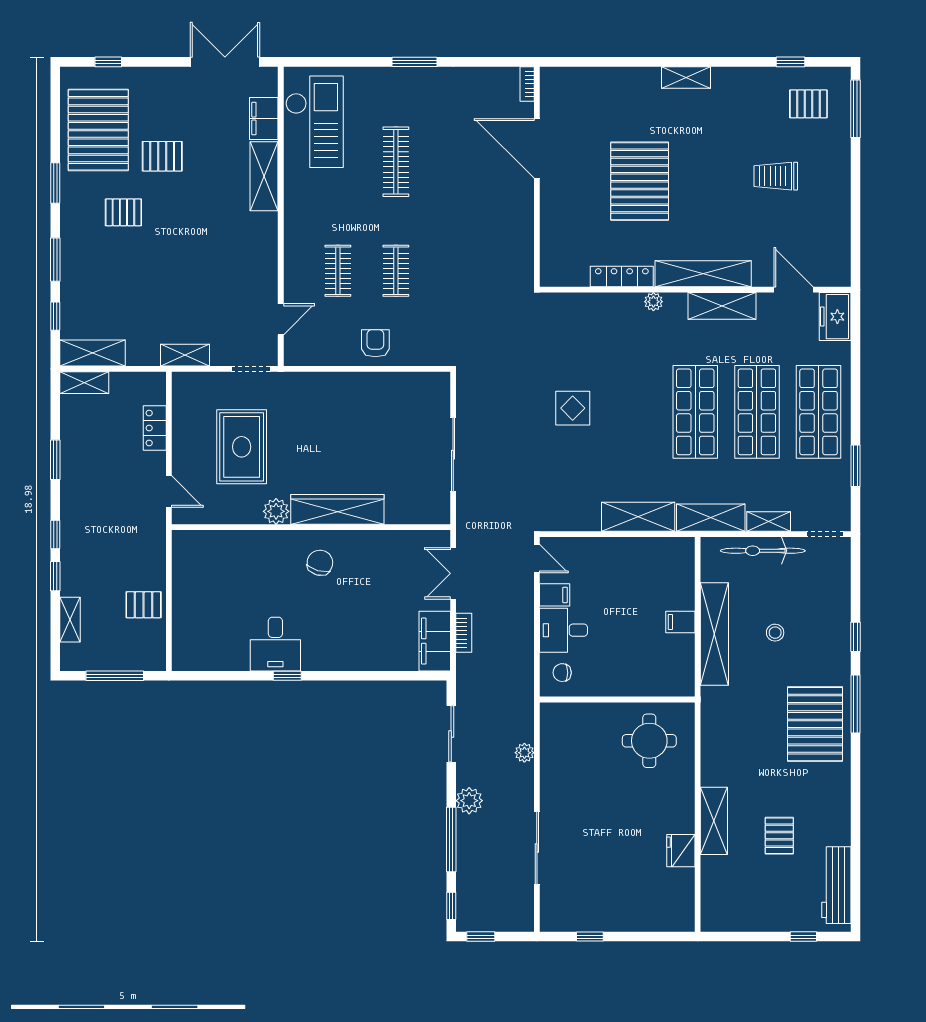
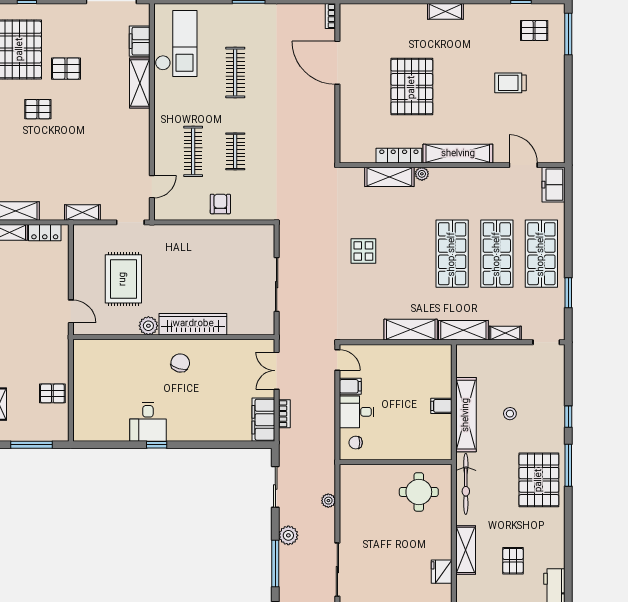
clothes rail: (338, 271) -> (193, 151), width x1.36
shelving: (722, 306) -> (389, 177), moved
locker: (155, 428) -> (45, 233), moved, turned -90
bicycle: (763, 551) -> (466, 484), moved, turned -90

